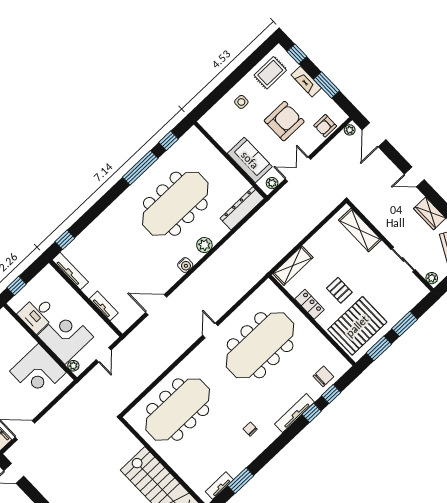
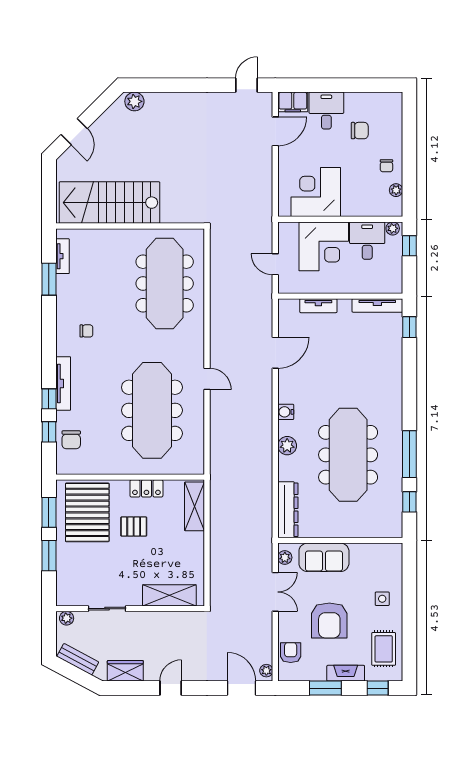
plant: (73, 366) -> (393, 228), moved

